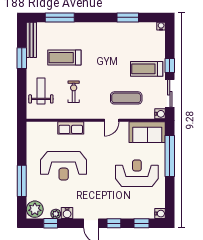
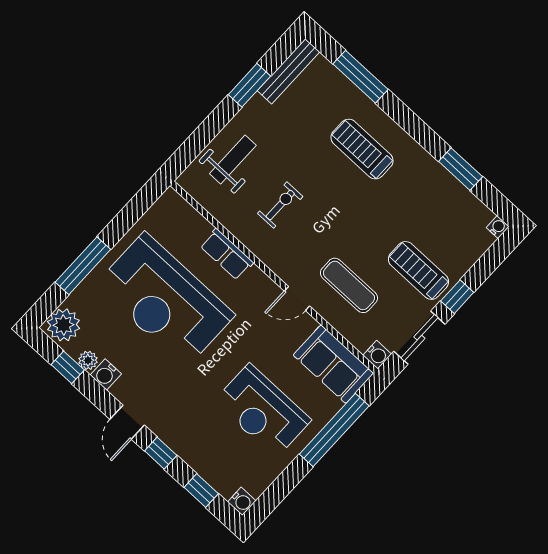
treadmill: (64, 58) -> (362, 149), moved
reception desk: (64, 166) -> (165, 300), width x1.36, depth x1.30
reception desk: (137, 173) -> (262, 411), turned 180

